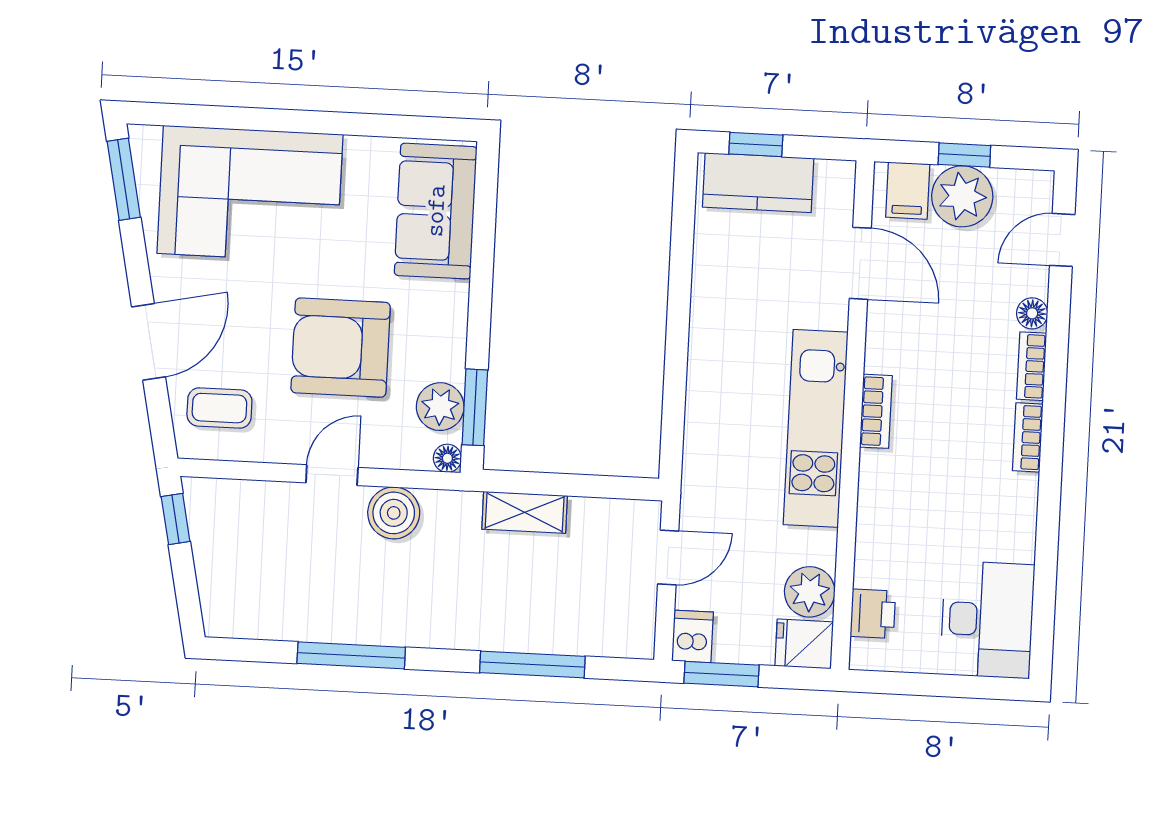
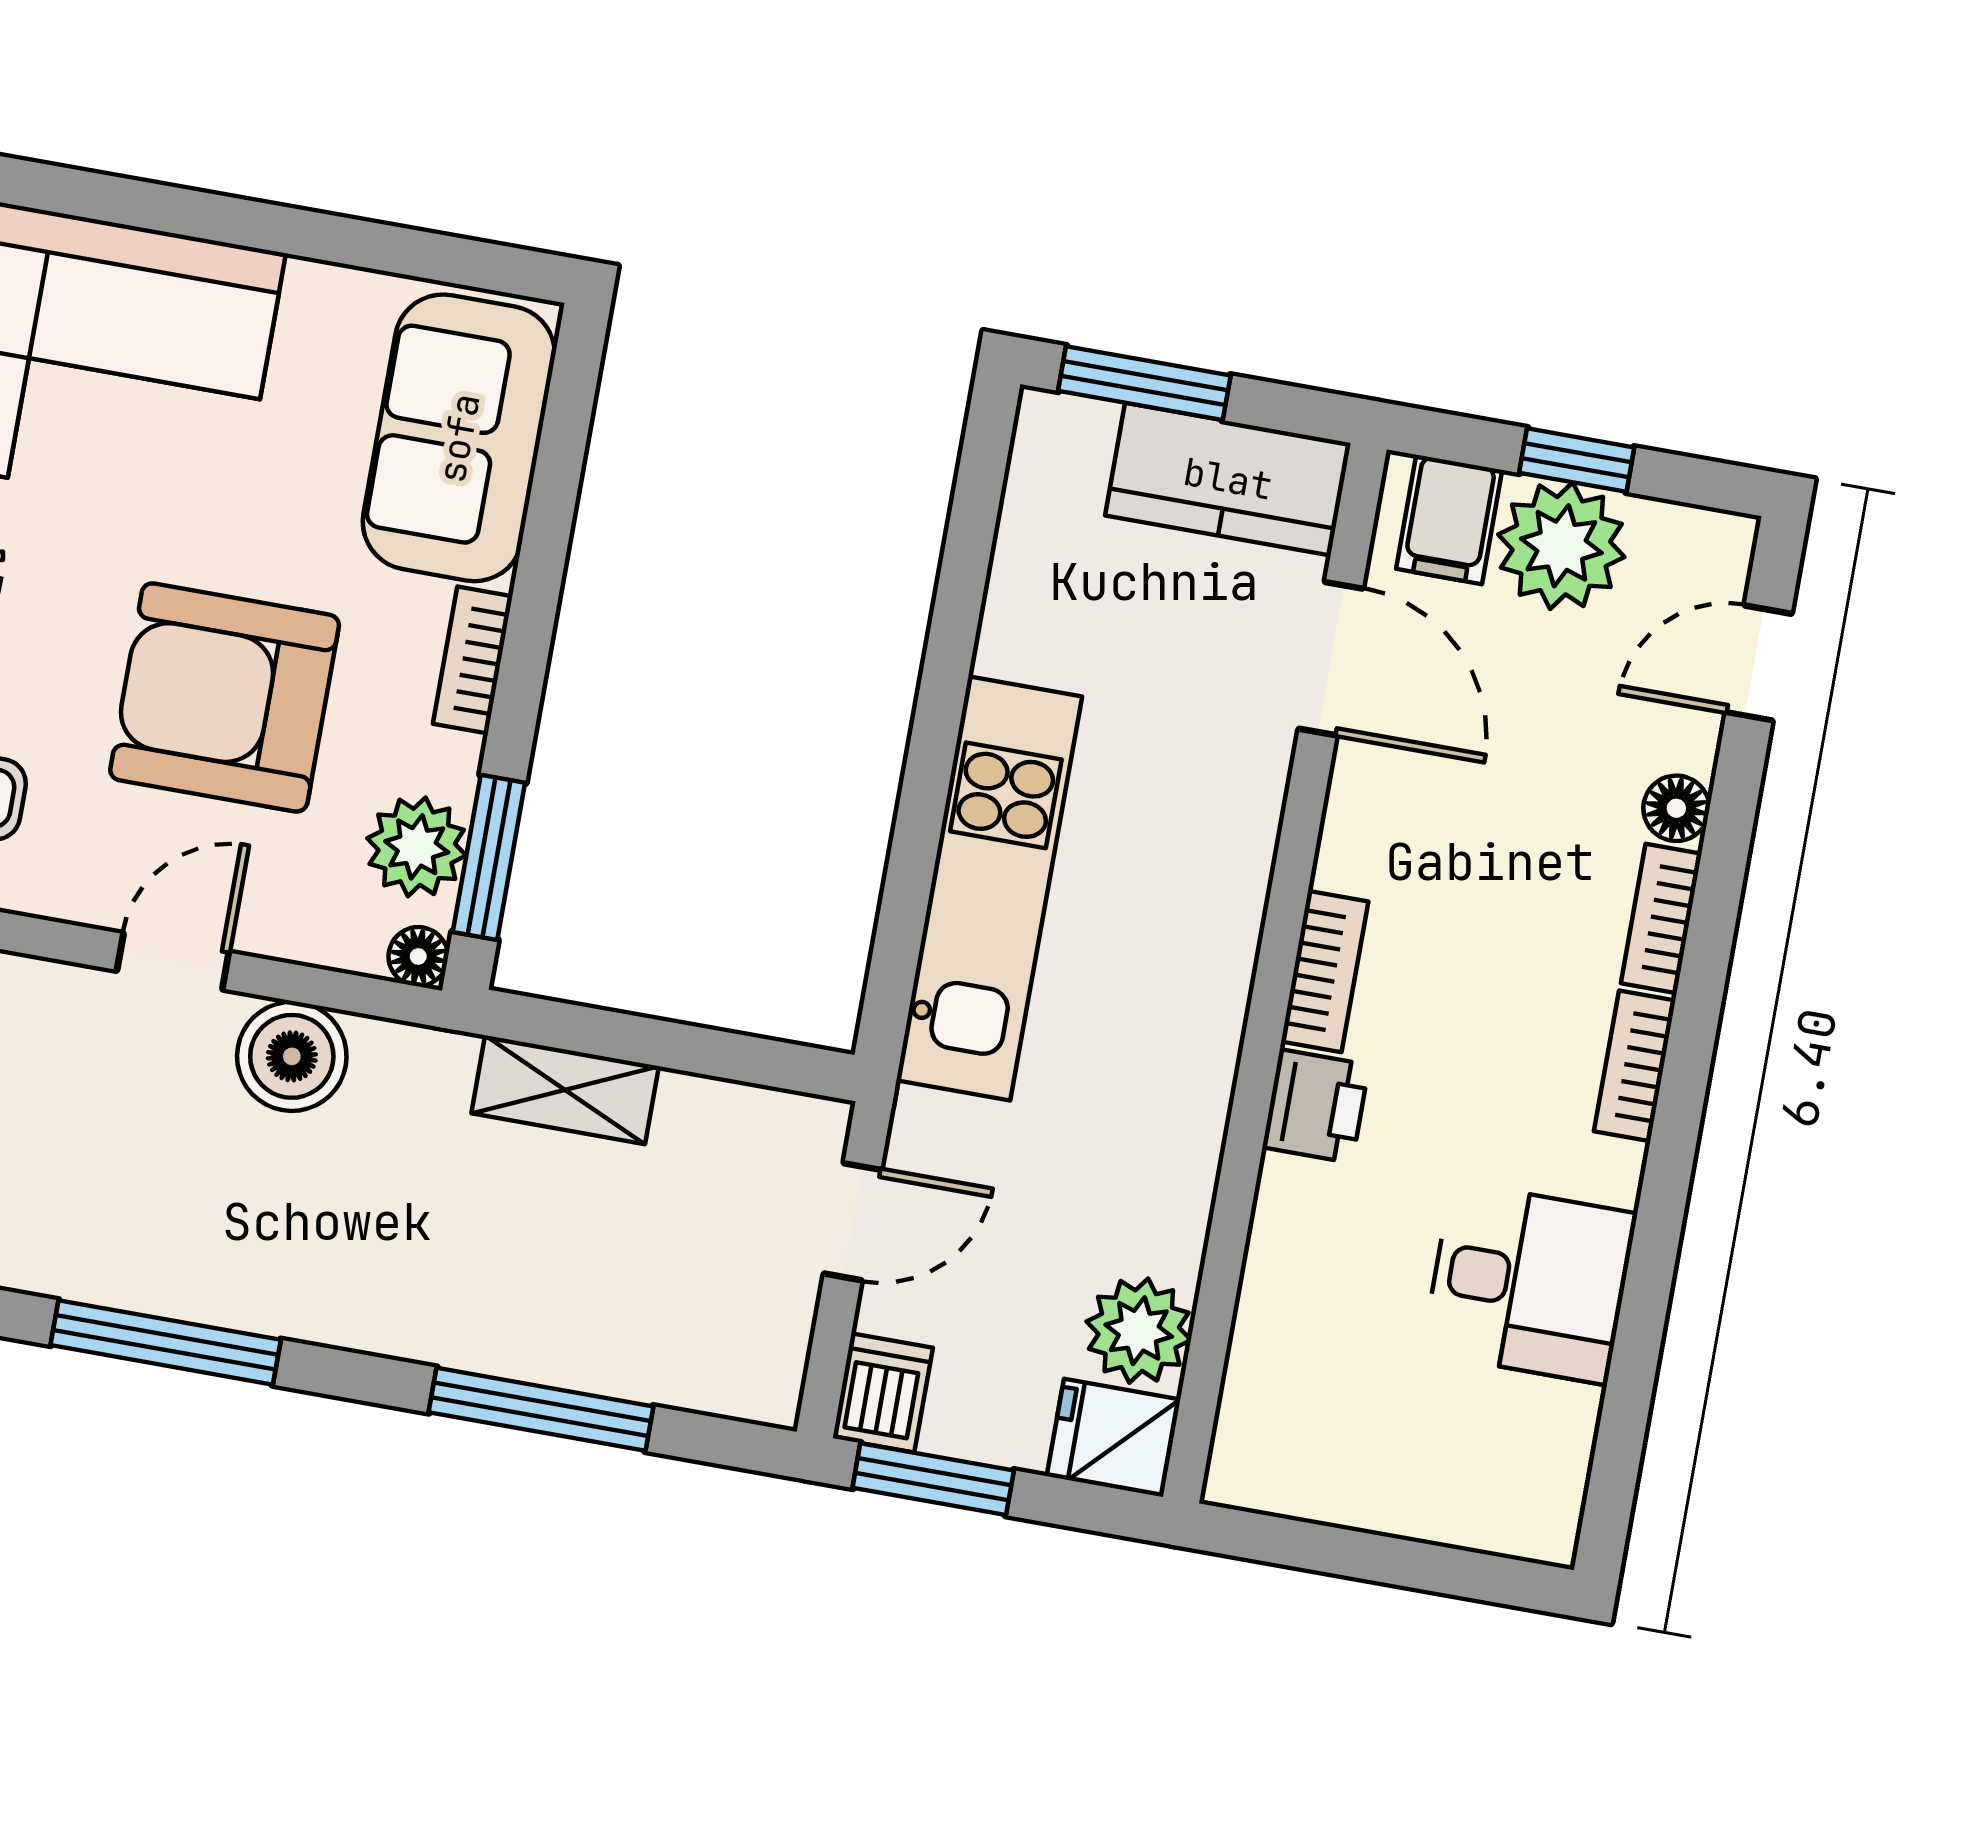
window: (756, 144) -> (1144, 383), width x1.50
kitchen counter: (758, 183) -> (1228, 479), moved
bookcase: (455, 315) -> (473, 660), added
kitchen unit: (816, 428) -> (989, 888), moved, turned 180
printer: (873, 614) -> (1316, 1106), moved
desk: (987, 620) -> (1529, 1283), moved, width x0.73

